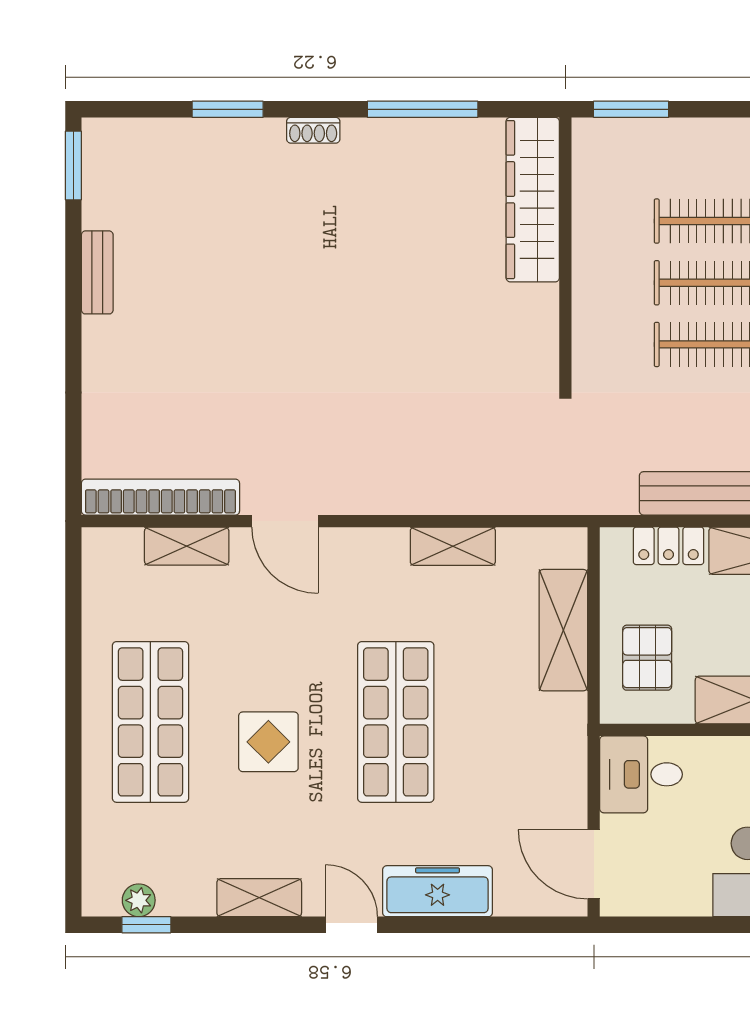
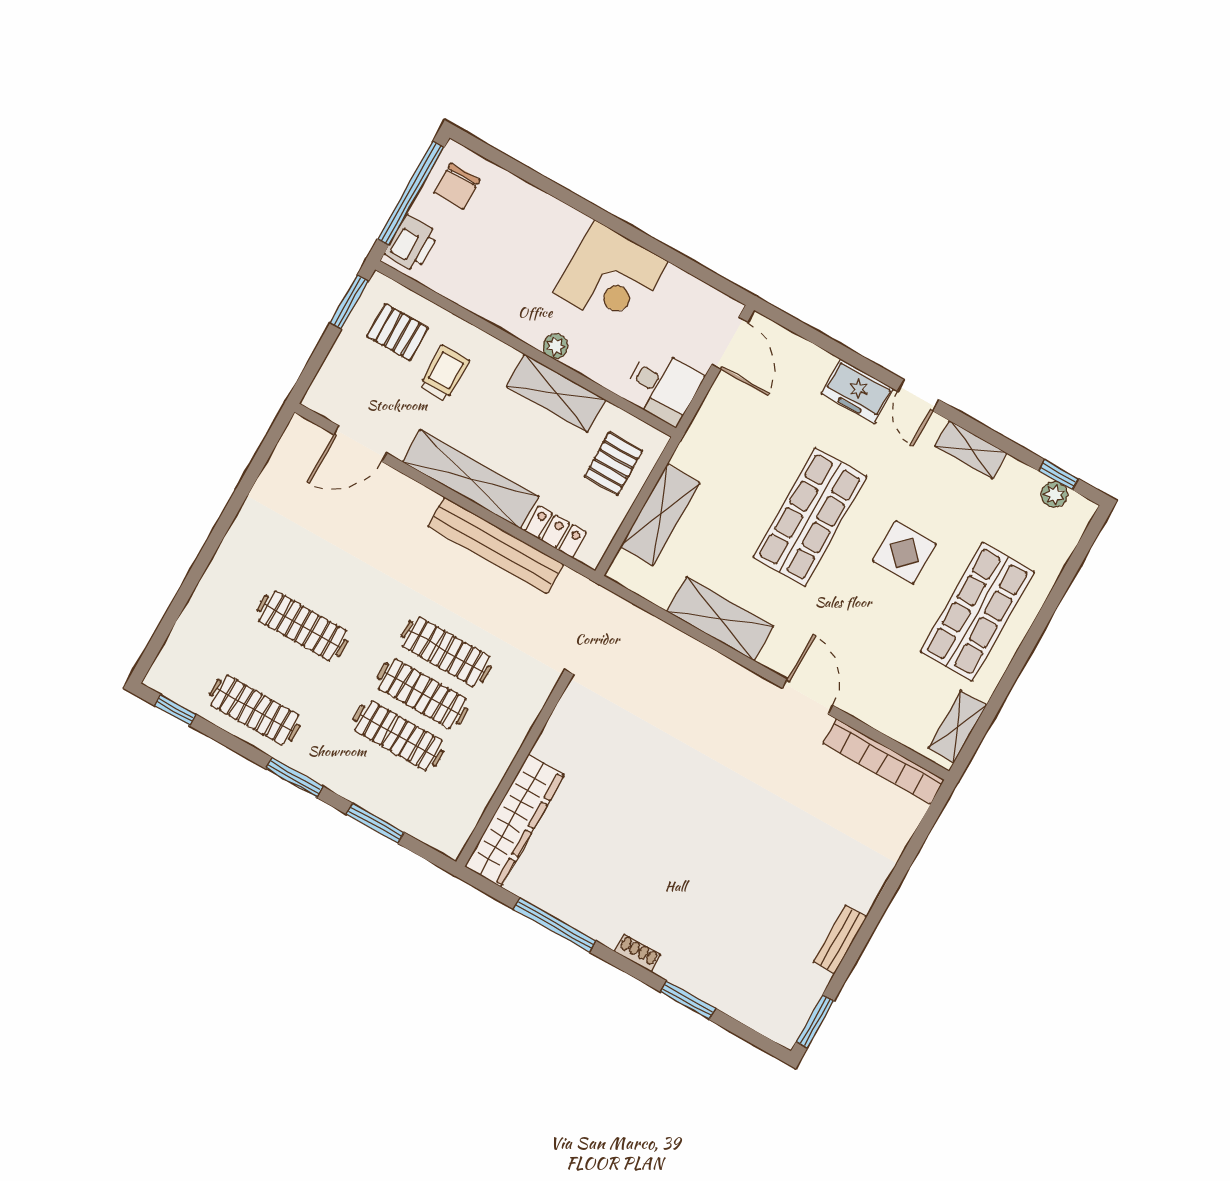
window: (631, 109) -> (375, 823), moved
shelving: (187, 546) -> (957, 727), moved, turned 90
shelving: (453, 546) -> (720, 619), width x1.50, depth x1.33
freezer: (438, 891) -> (857, 391), width x0.71

